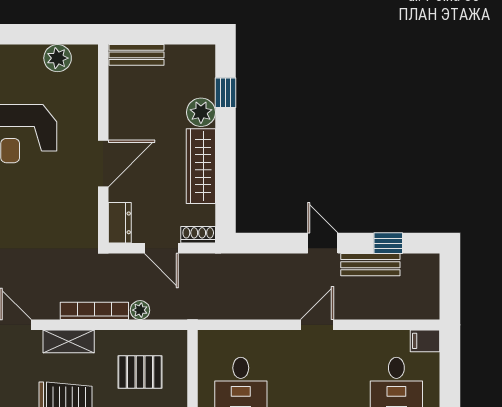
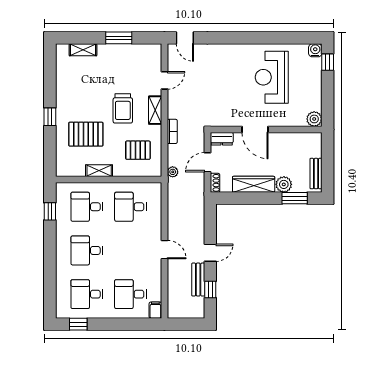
bench: (137, 55) -> (316, 174), moved
plant: (58, 58) -> (314, 119), moved
window: (226, 93) -> (295, 198), width x1.50
plant: (140, 310) -> (173, 172), moved
bookcase: (94, 311) -> (172, 131), width x0.64
pallet: (140, 372) -> (138, 150), turned 90

